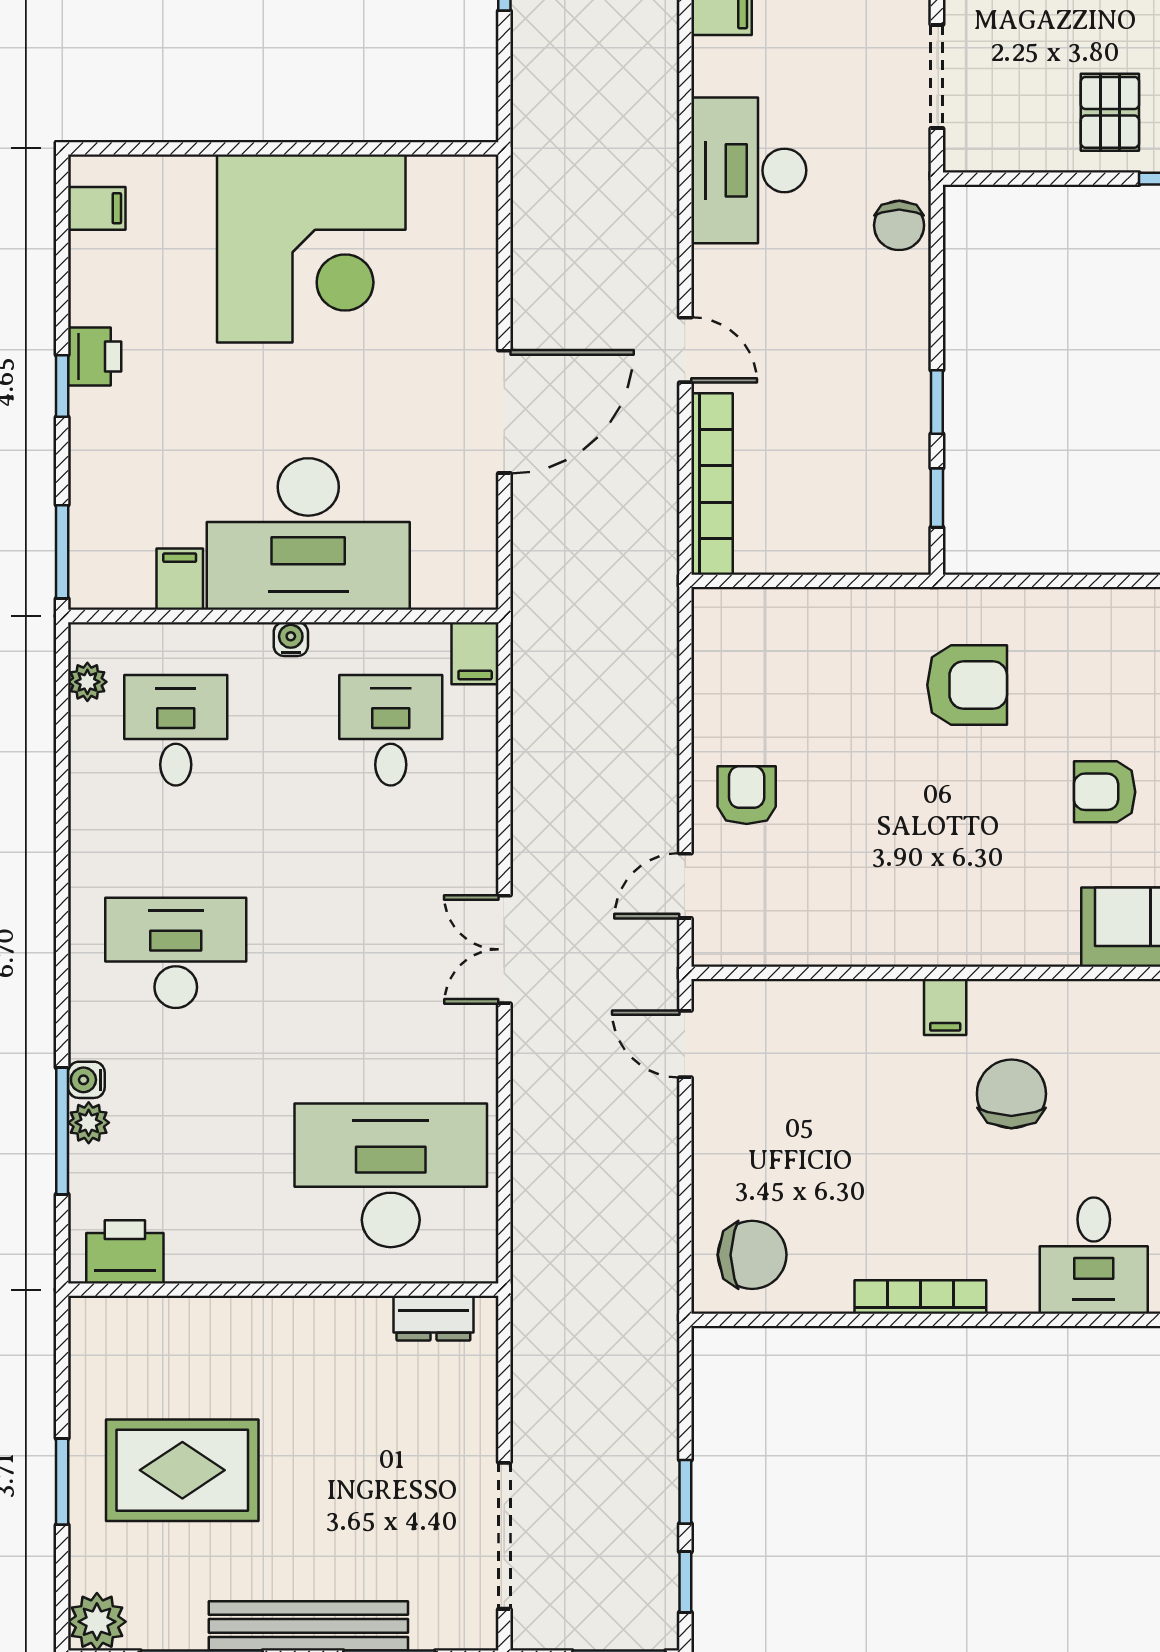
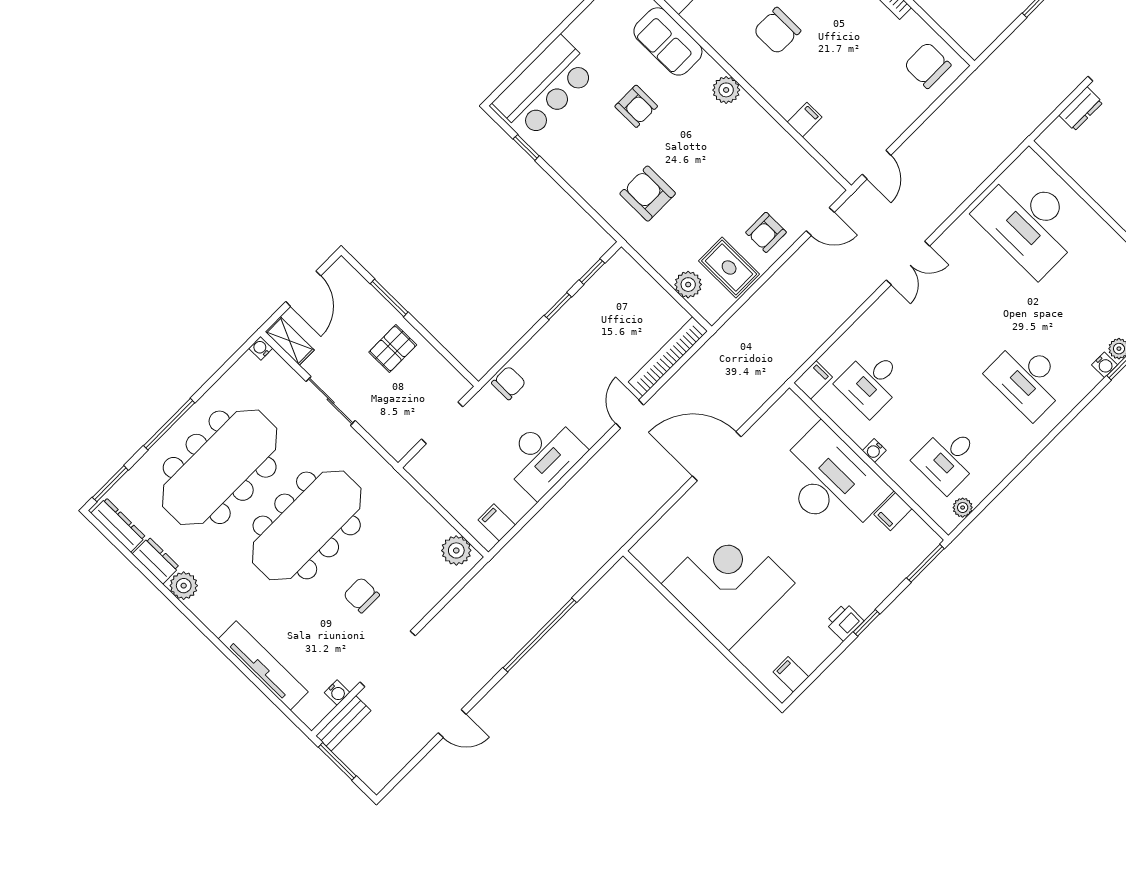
plant: (783, 613) -> (688, 285), added
rug: (750, 694) -> (729, 267), added
plant: (1001, 940) -> (726, 90), added
filing cabinet: (945, 1007) -> (805, 120), moved
dresser: (433, 1318) -> (1081, 109), moved, turned 90

